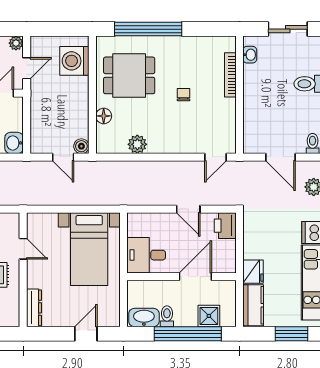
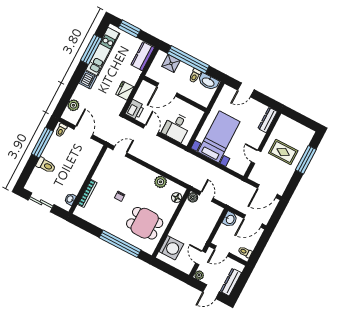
door: (27, 68) -> (201, 258), hinge flipped
floor lamp: (104, 116) -> (177, 198), moved
desk: (146, 255) -> (177, 127), moved, turned 90
fridge: (253, 272) -> (125, 91), moved

